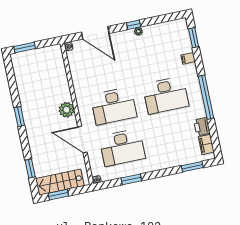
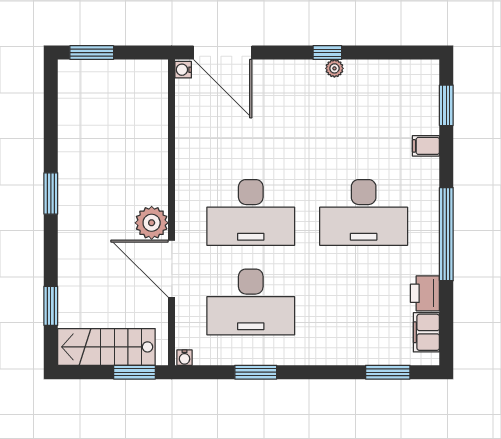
door: (95, 33) -> (223, 53), moved
plant: (66, 110) -> (152, 223), moved
window: (58, 195) -> (135, 372), moved

